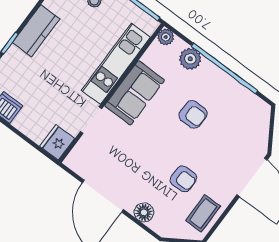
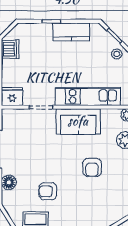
armchair: (183, 179) -> (48, 191), turned 90

